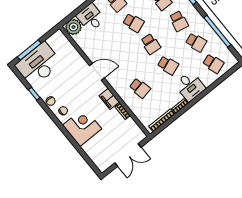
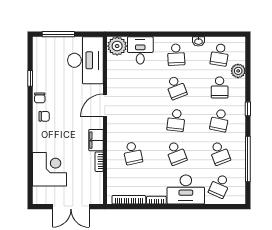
desk: (38, 64) -> (85, 60), moved, turned 90
school desk: (213, 64) -> (220, 186), turned 42
door: (97, 72) -> (105, 105), swing flipped
desk: (190, 86) -> (186, 189), width x1.37
corner desk: (82, 127) -> (49, 169), moved

